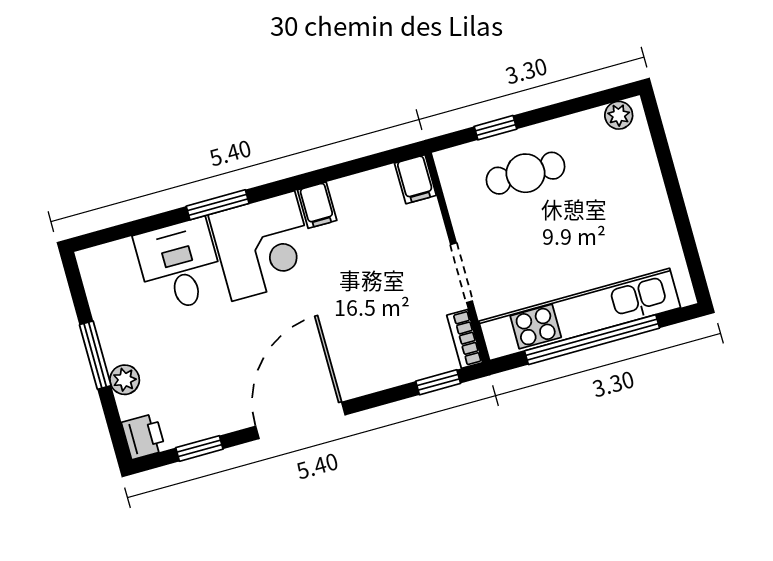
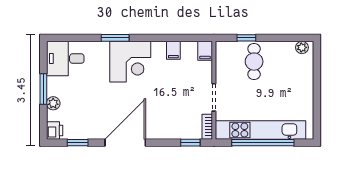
cafe table: (525, 173) -> (254, 62), turned 90
filing cabinet: (317, 205) -> (173, 50), moved
desk: (179, 265) -> (65, 59), moved, turned -90

